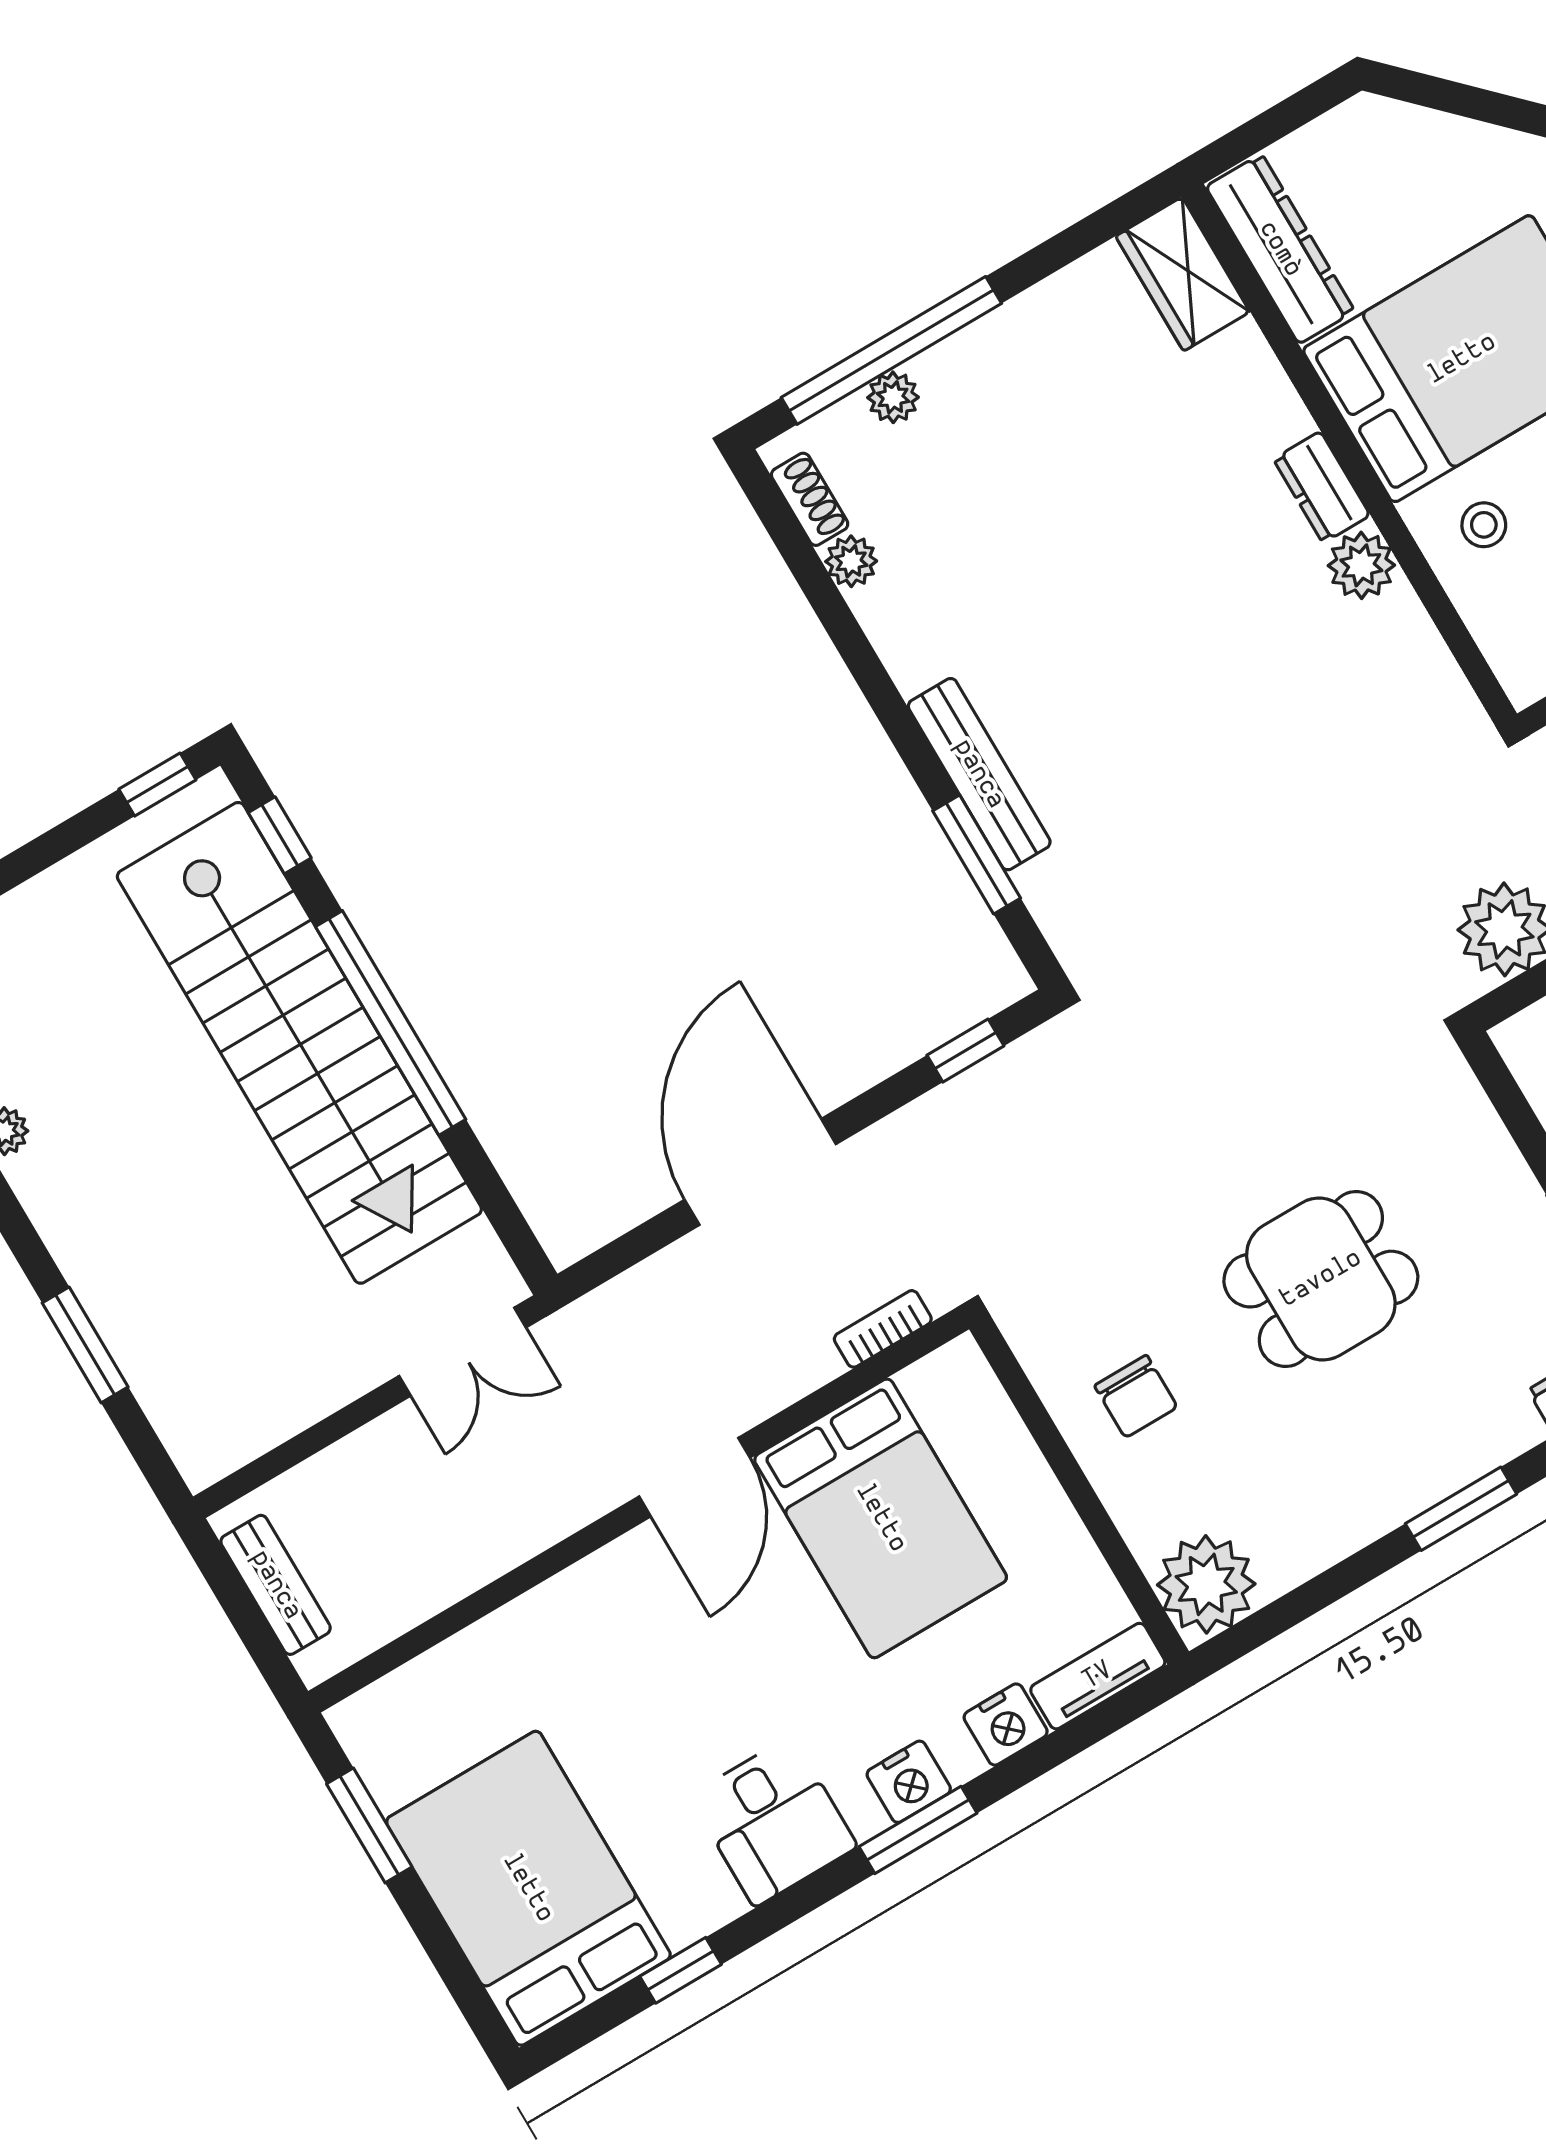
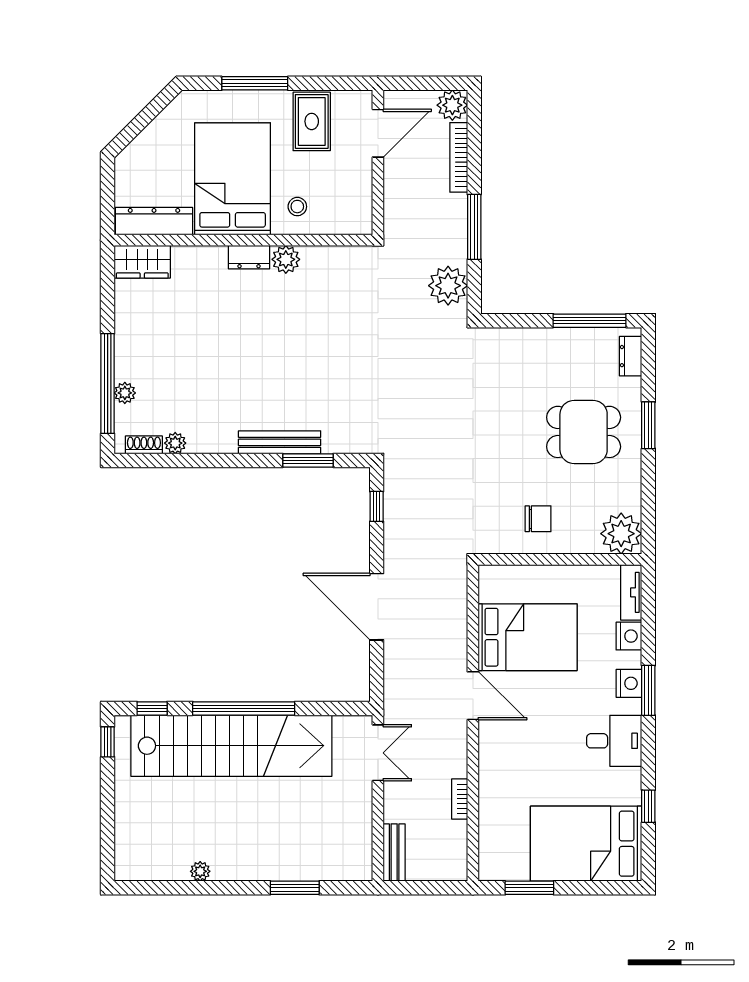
dining table: (1321, 1279) -> (584, 432), moved, turned 90
bookcase: (883, 1329) -> (460, 799), moved
bench: (276, 1585) -> (394, 852), moved, turned 90

